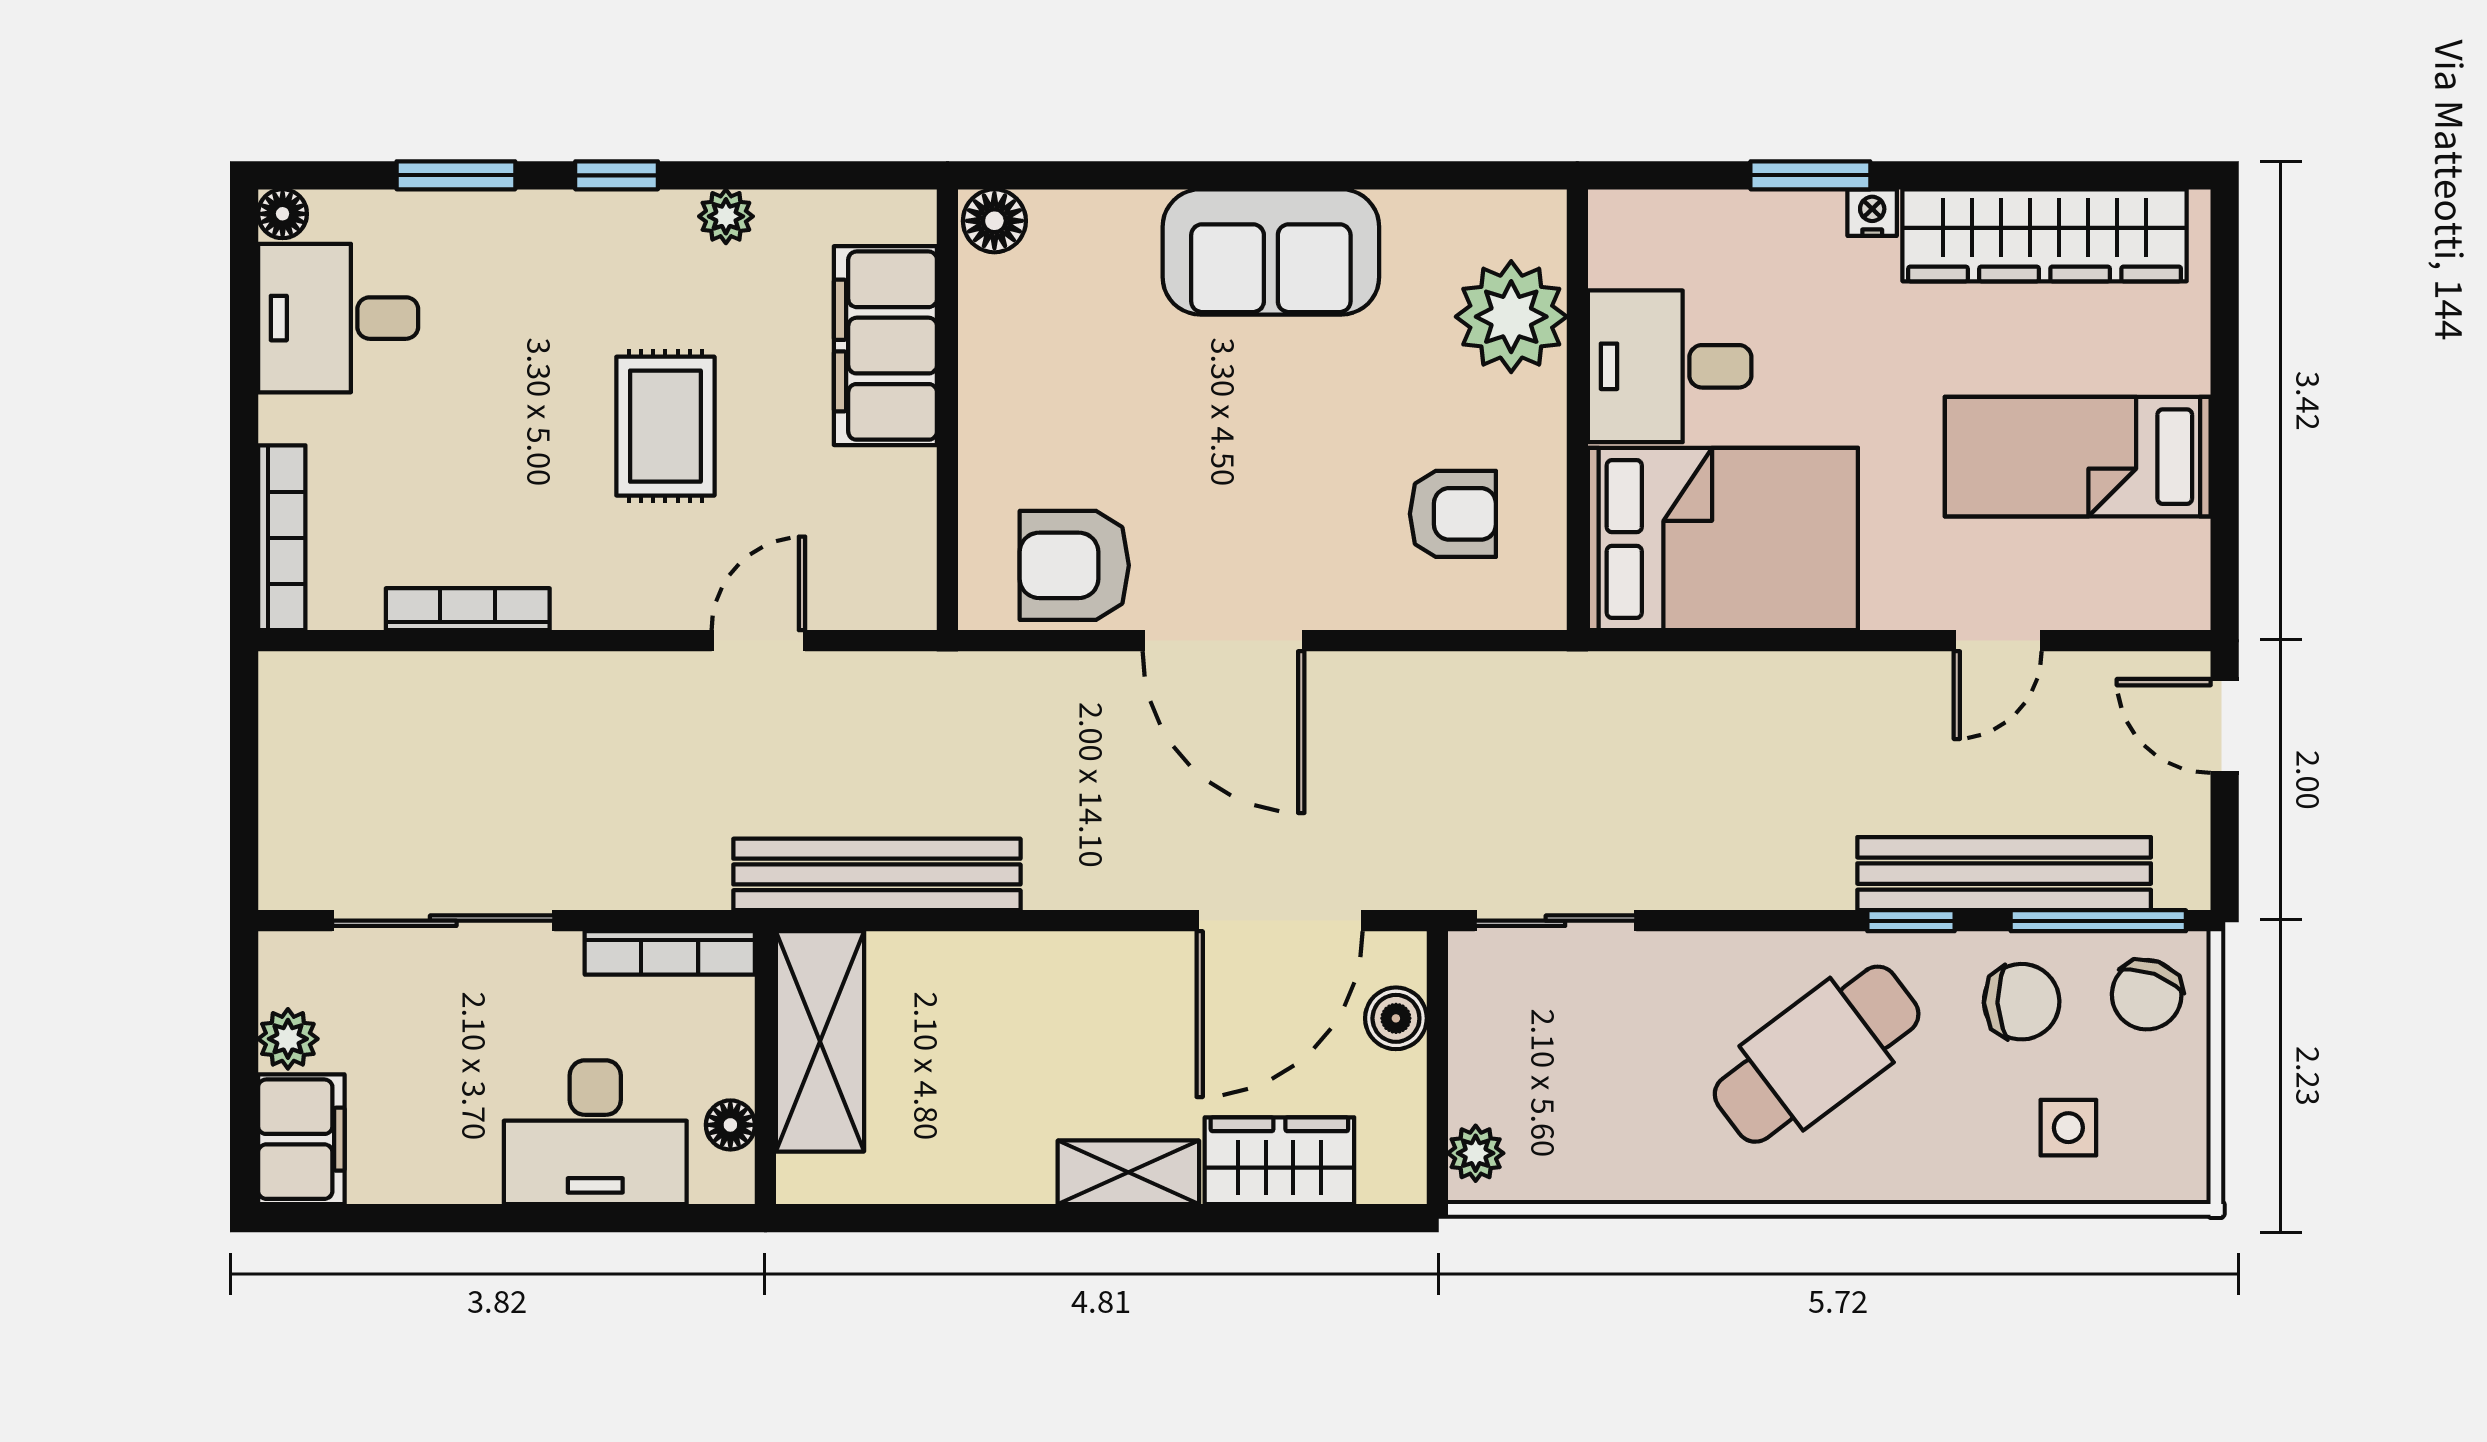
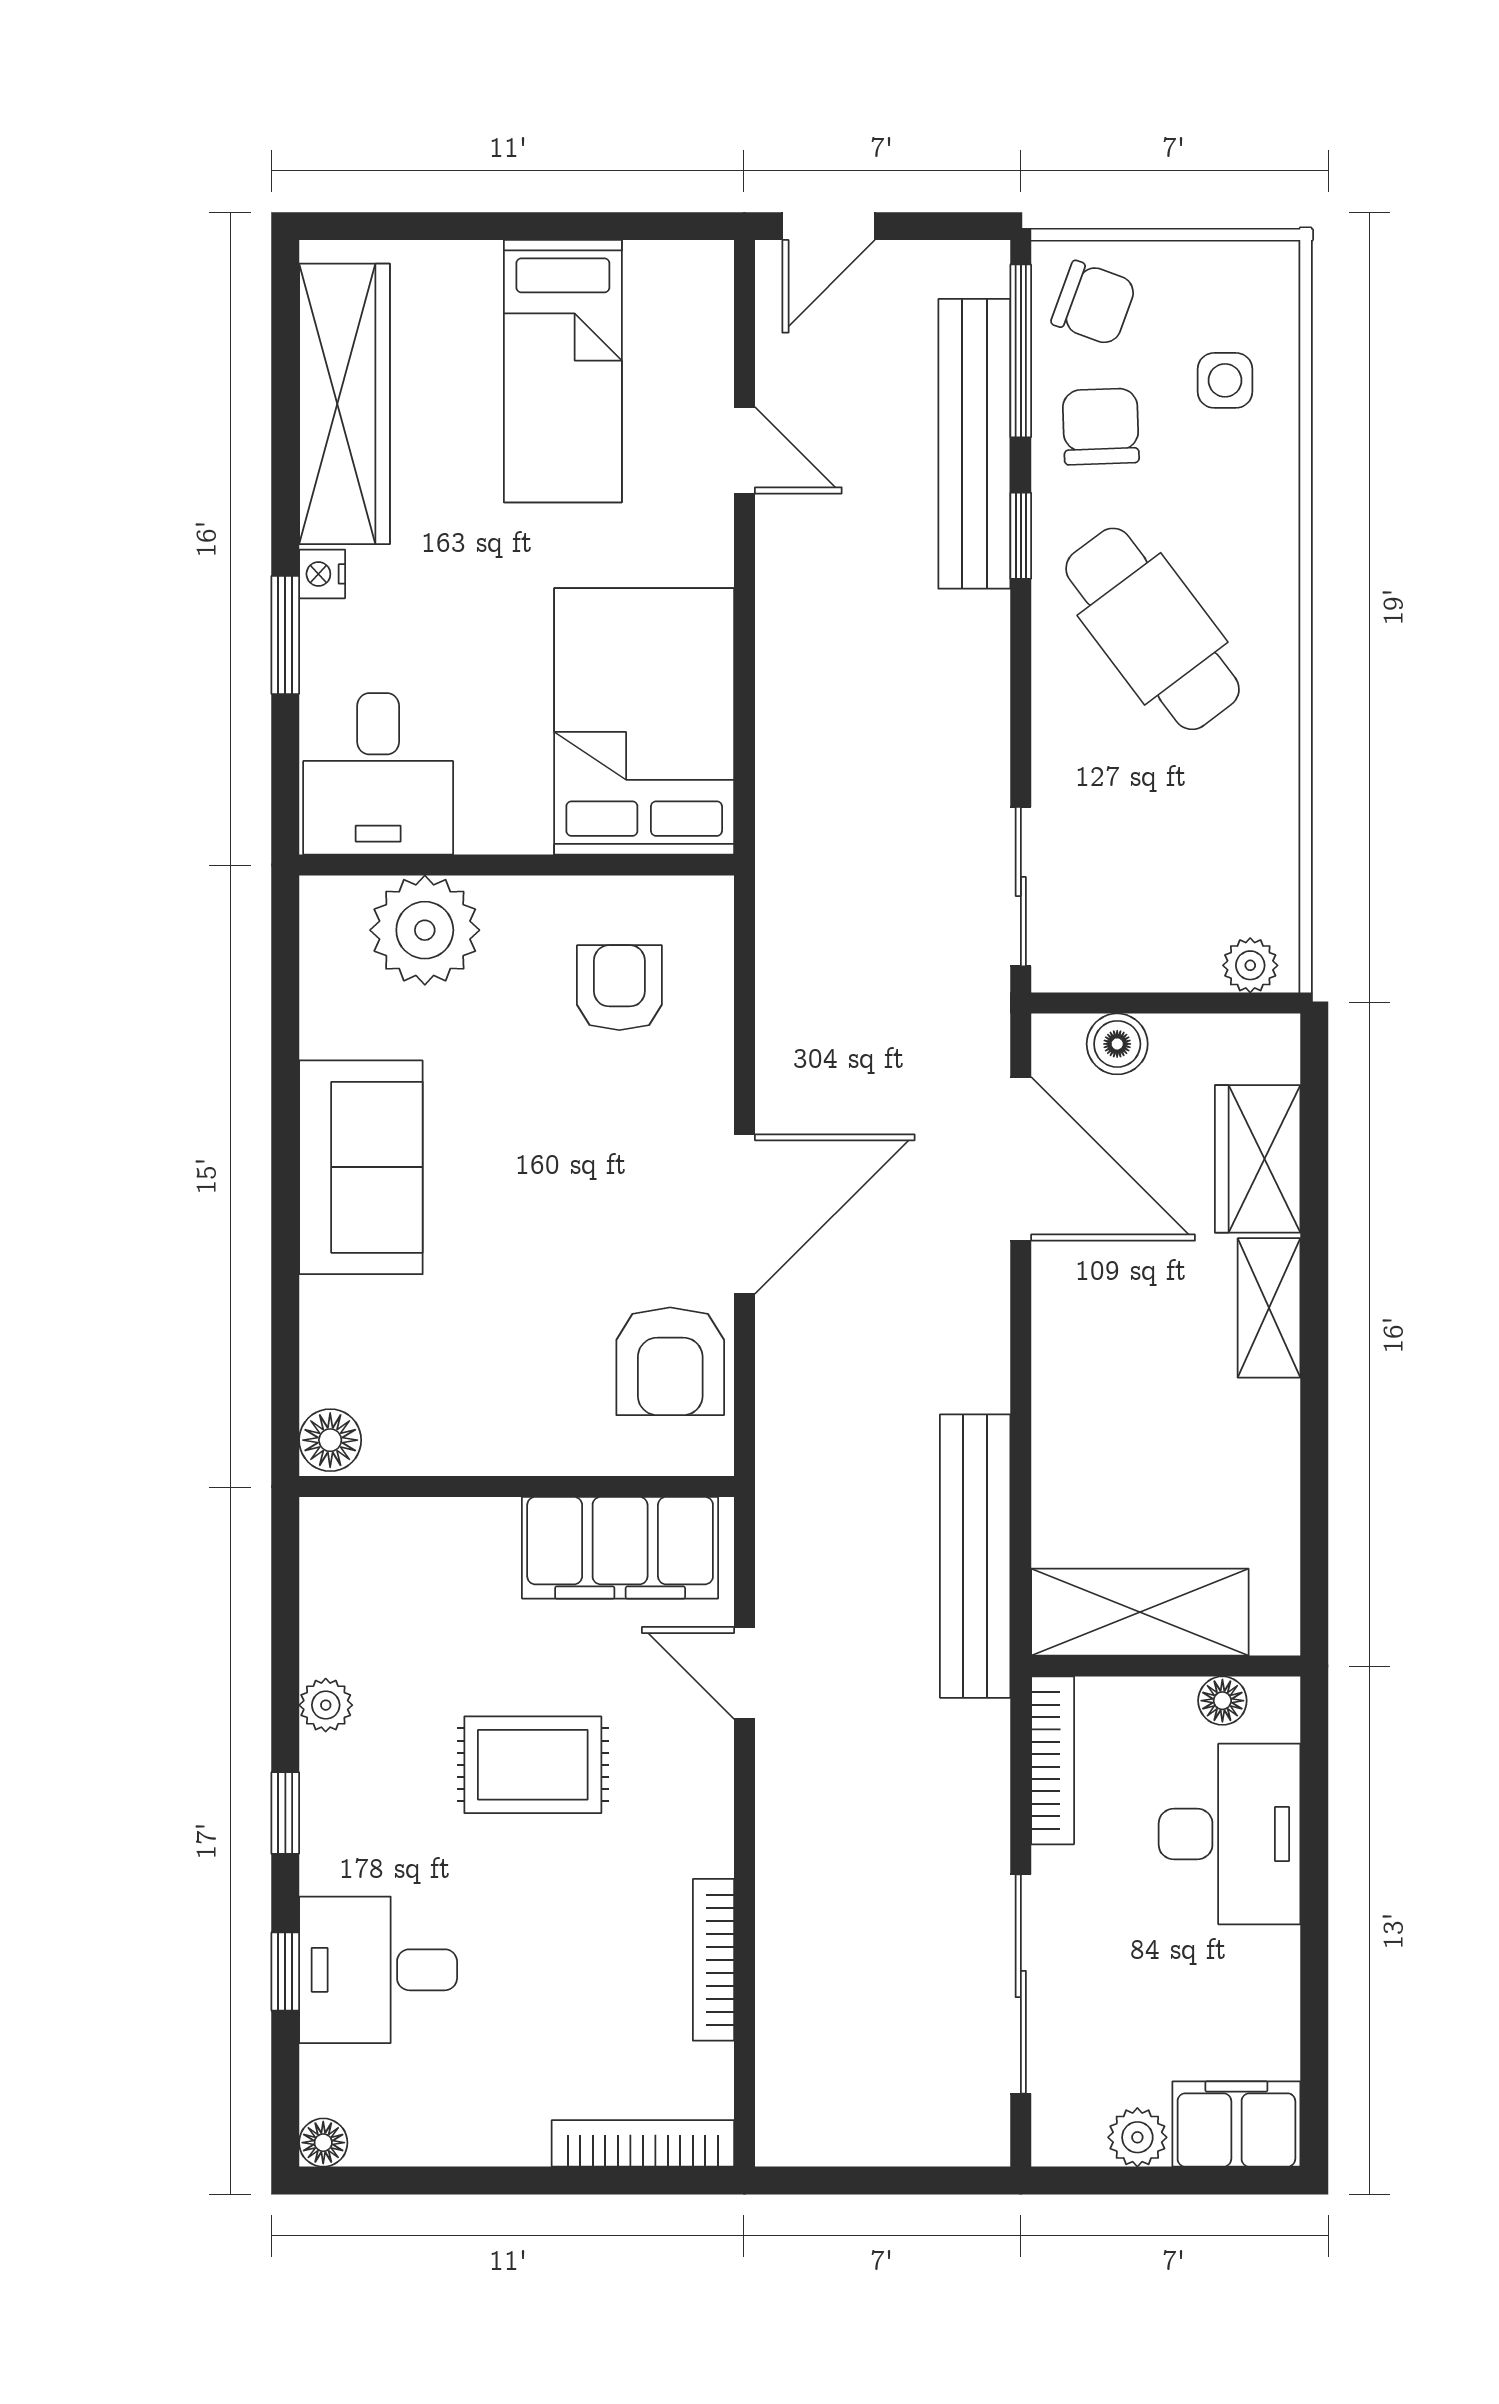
window: (456, 175) -> (285, 1971), width x0.67
desk: (338, 318) -> (378, 1970), moved, turned 90
filing cabinet: (885, 346) -> (620, 1548), moved
desk: (1670, 366) -> (378, 774), moved

